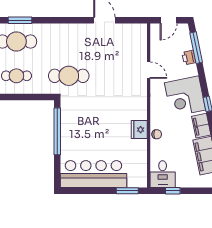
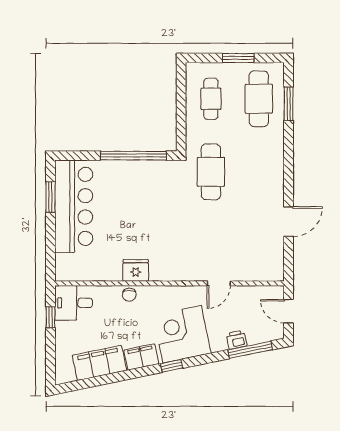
window: (127, 191) -> (50, 197), moved

